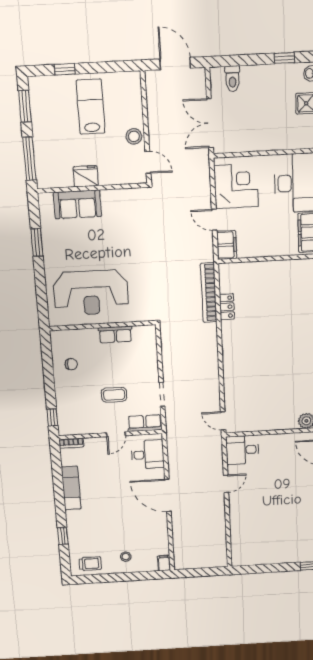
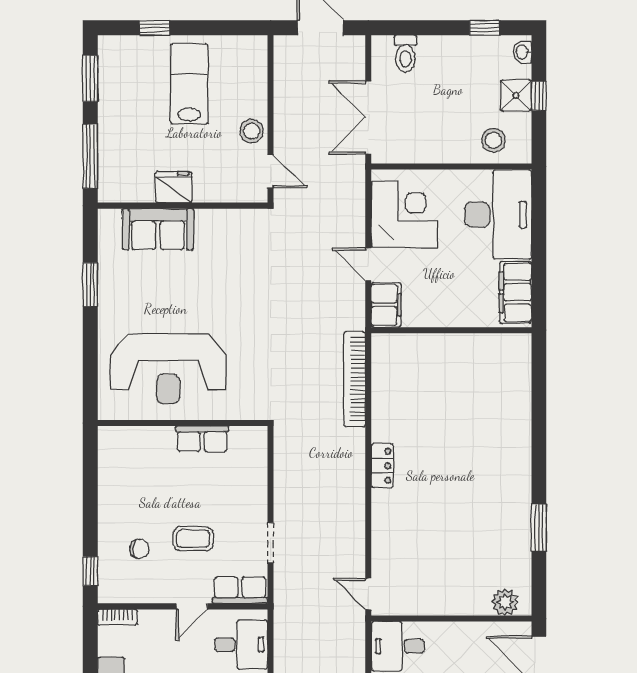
stool: (292, 134) -> (493, 140), added
locker: (227, 307) -> (382, 466), moved
chair: (71, 364) -> (139, 549), moved

